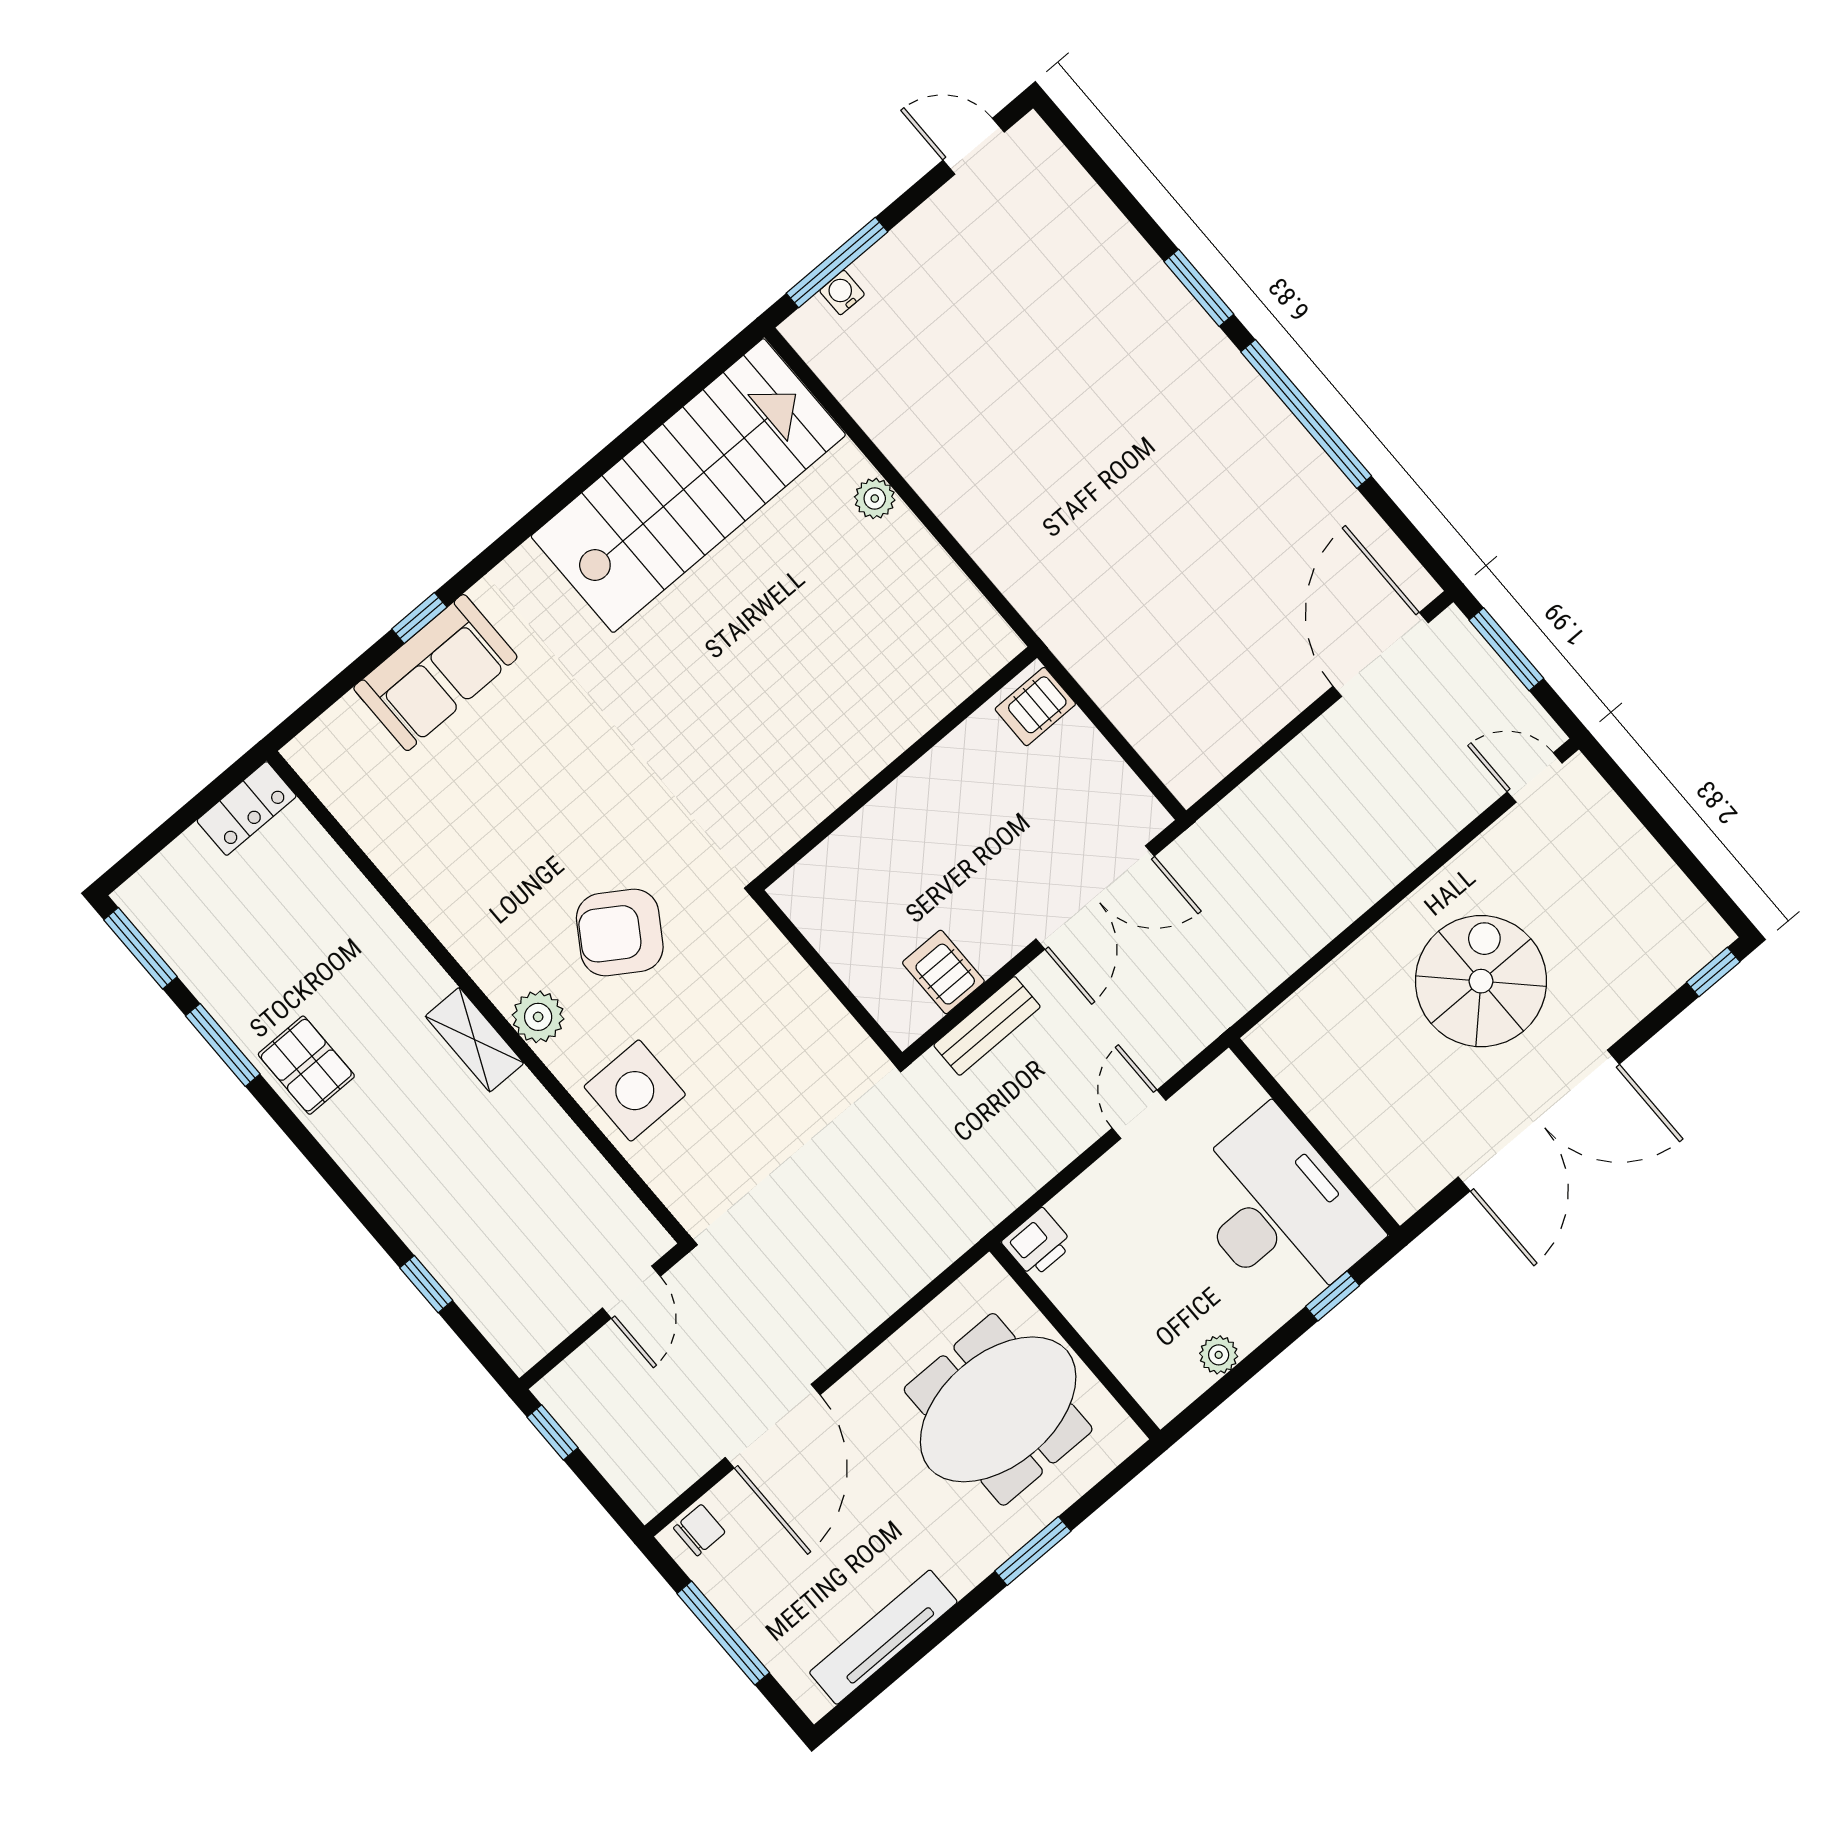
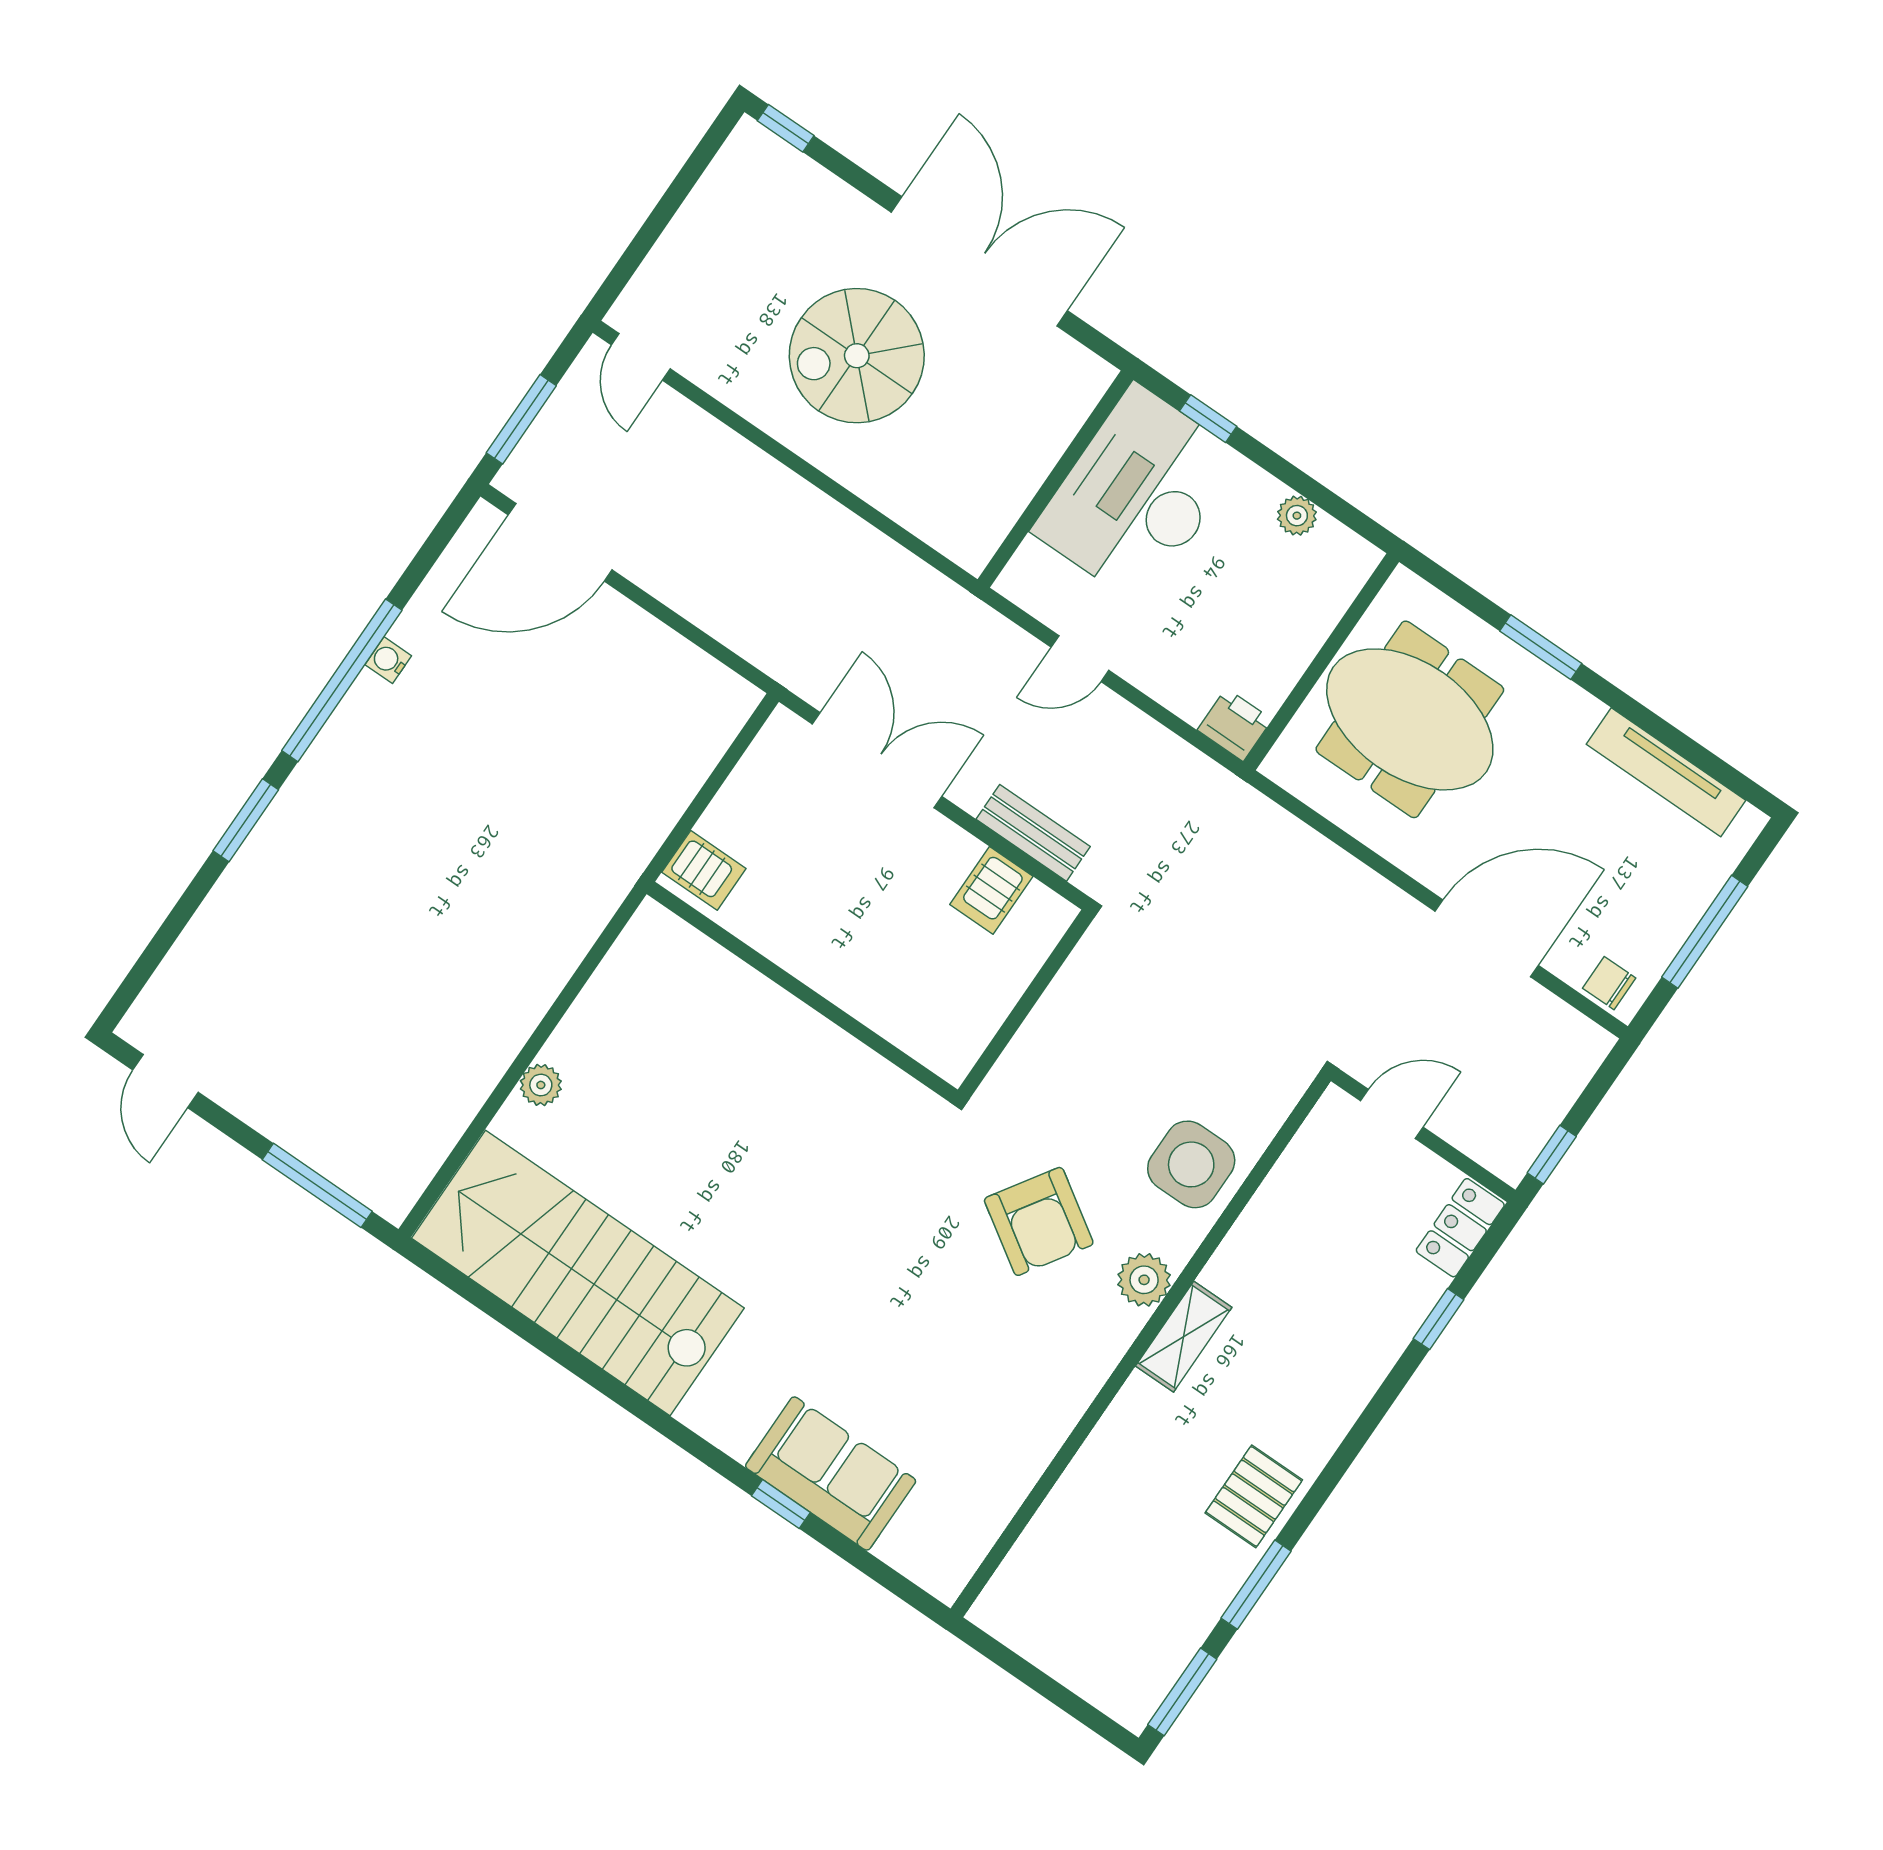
water cooler: (842, 293) -> (388, 660), moved, turned 90
locker: (247, 808) -> (1460, 1228), moved, turned -90

